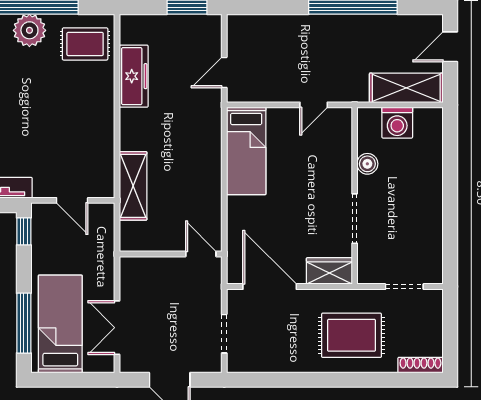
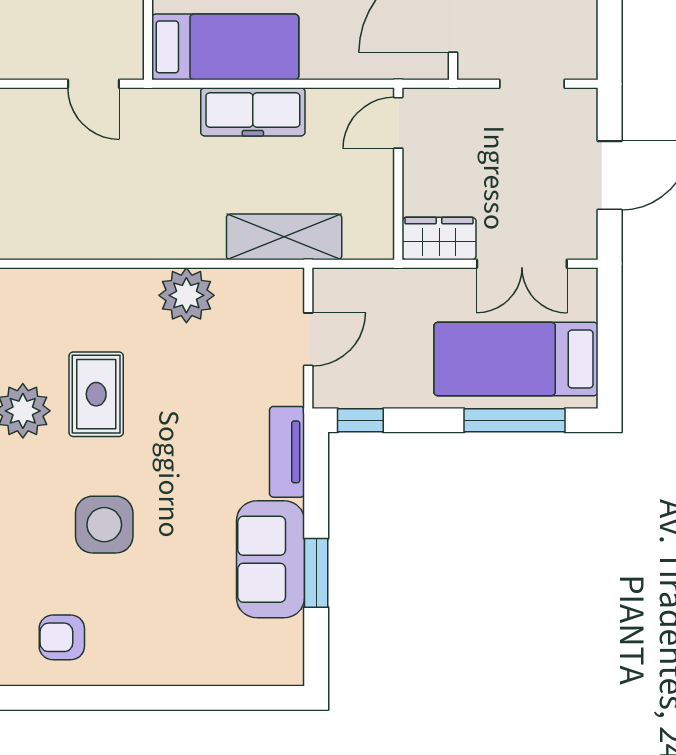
rug: (85, 44) -> (96, 394), moved
freezer: (134, 76) -> (253, 112), moved, turned 180
plant: (98, 128) -> (186, 295), added
wardrobe: (132, 278) -> (439, 238), added

